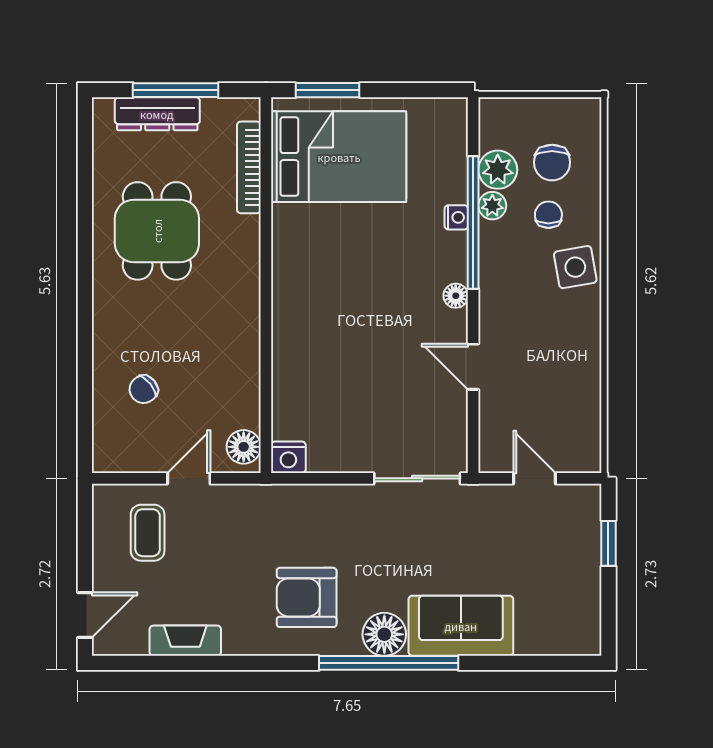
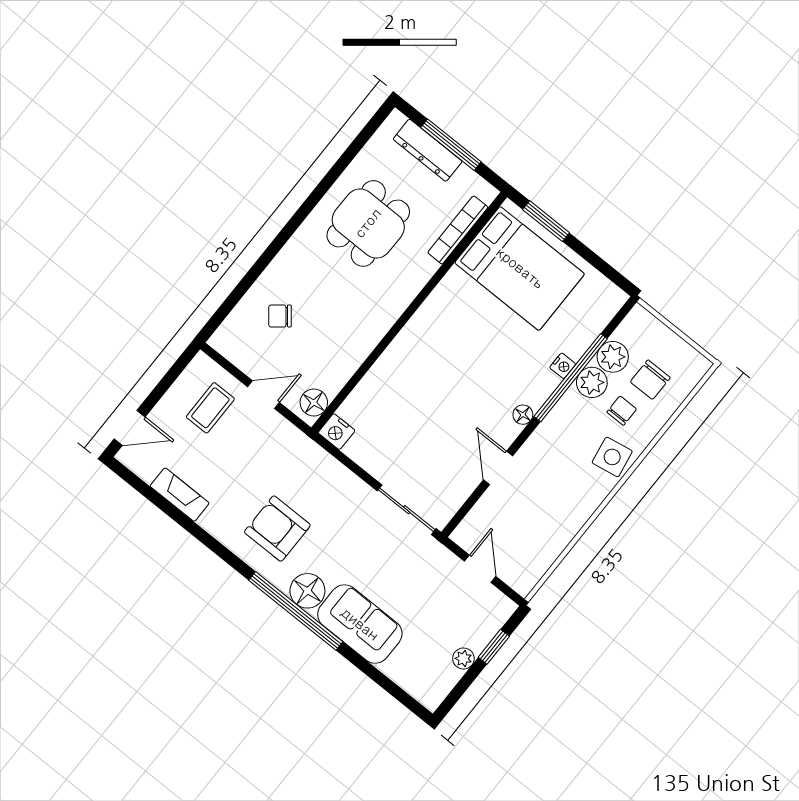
plant: (492, 206) -> (592, 382), width x1.38, depth x1.38
plant: (588, 578) -> (463, 658), added

